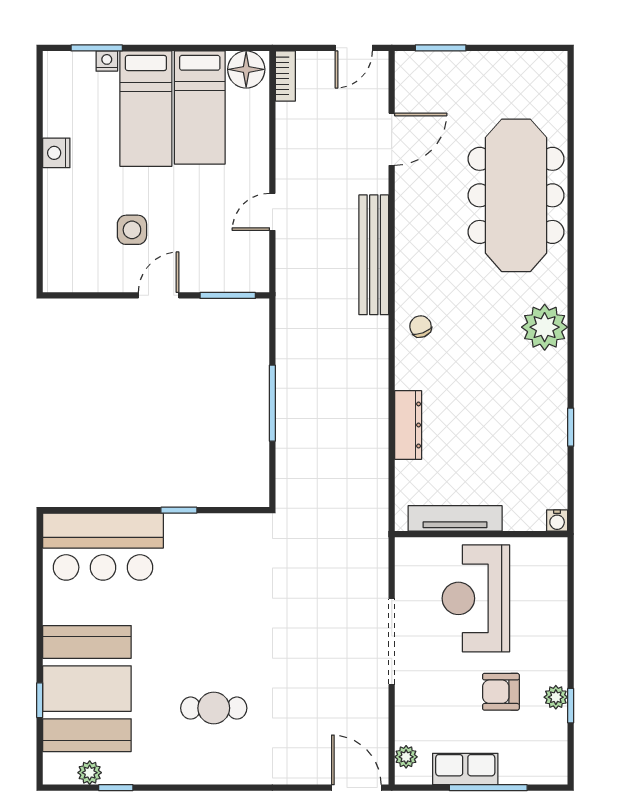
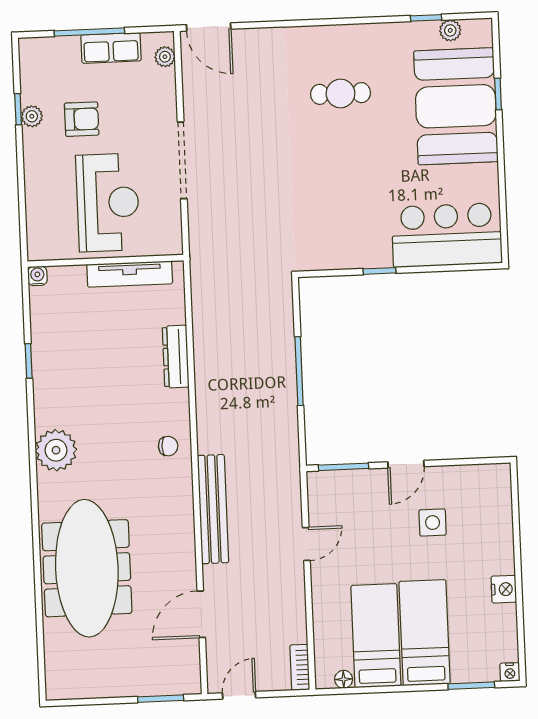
nightstand: (107, 61) -> (510, 672), moved
floor lamp: (246, 69) -> (344, 679), width x0.53, depth x0.53
chair: (421, 327) -> (168, 446), turned -69

